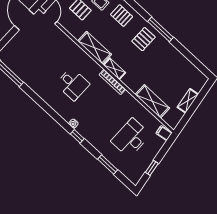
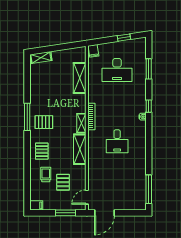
desk: (73, 84) -> (117, 141), turned 180
shelving: (188, 101) -> (41, 58), moved

